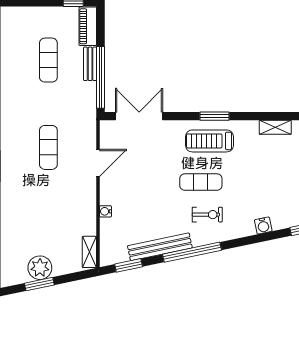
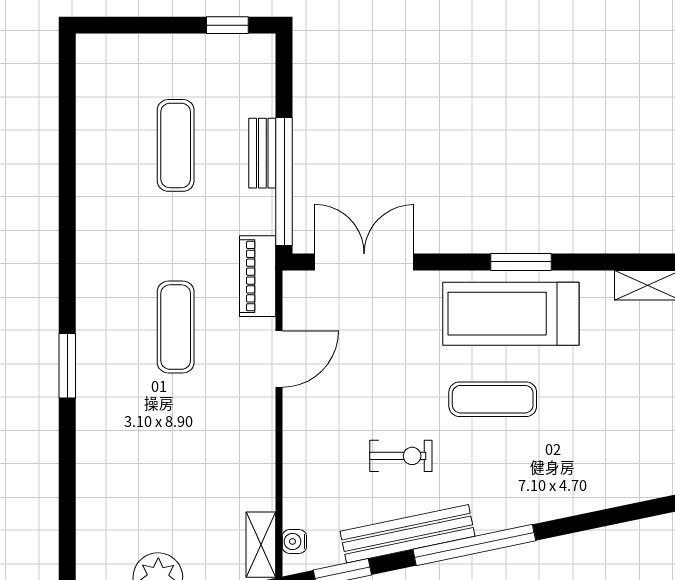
piano: (88, 26) -> (258, 276), moved
treadmill: (209, 141) -> (511, 314), width x1.37, depth x1.38
water cooler: (105, 211) -> (294, 541), moved
exercise bike: (207, 215) -> (401, 456), moved
water cooler: (263, 226) -> (623, 490), removed

